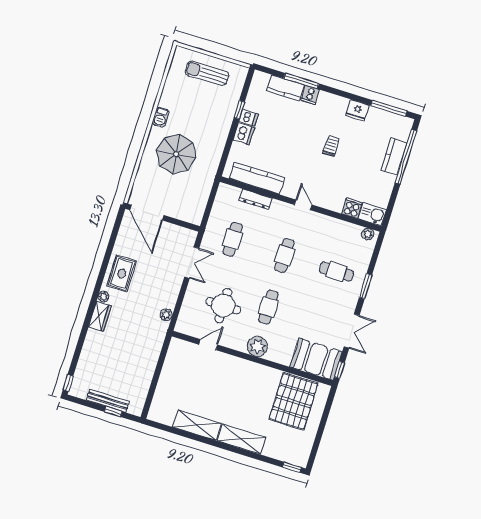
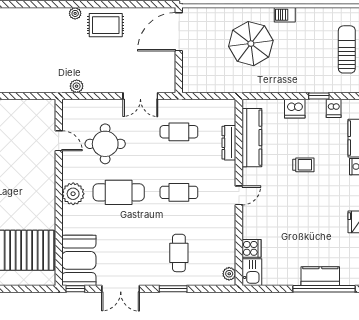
dishwasher: (248, 118) -> (334, 108), moved
trolley: (331, 146) -> (303, 165), moved
cafe table: (268, 307) -> (119, 192), width x1.37, depth x1.35
wardrobe: (100, 316) -> (53, 16), removed

